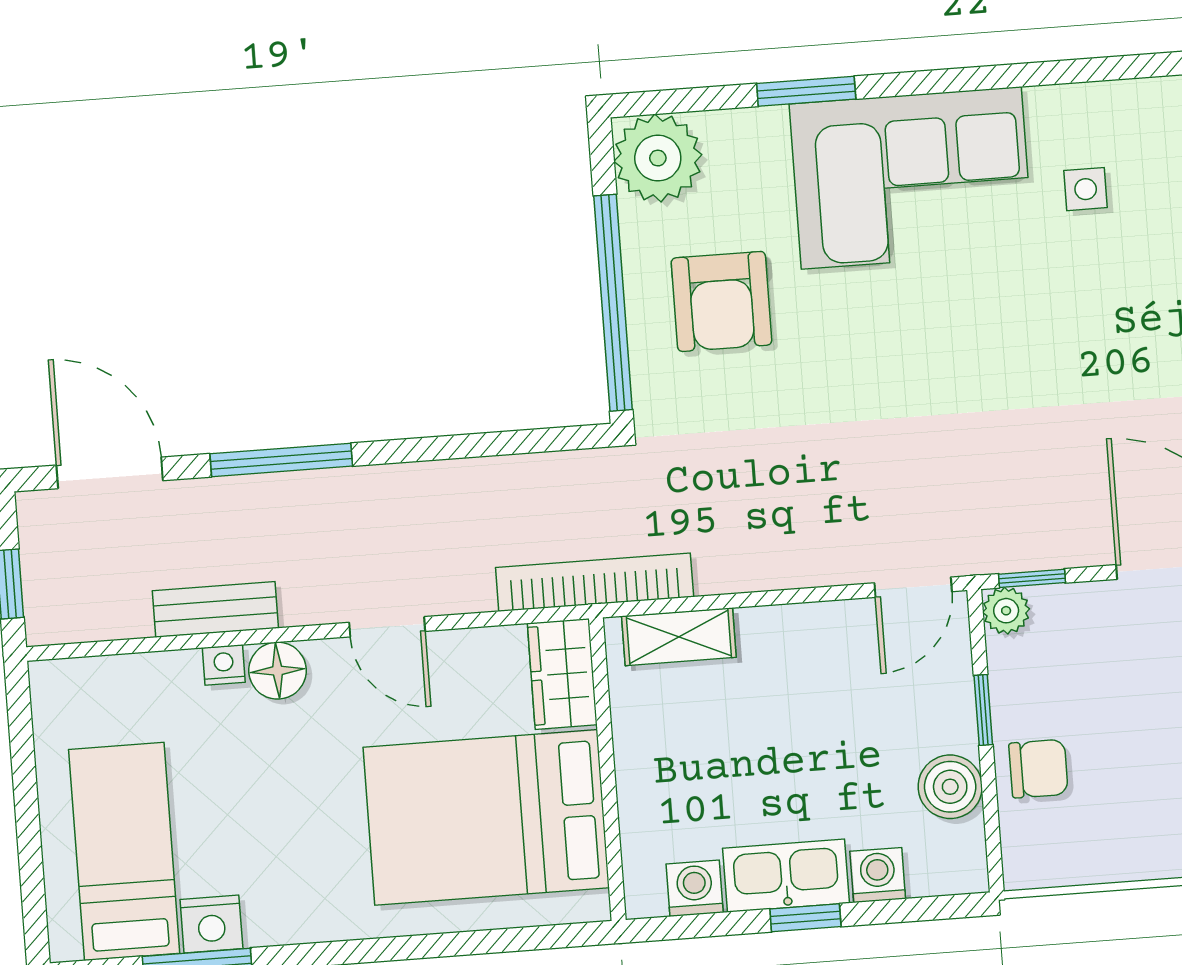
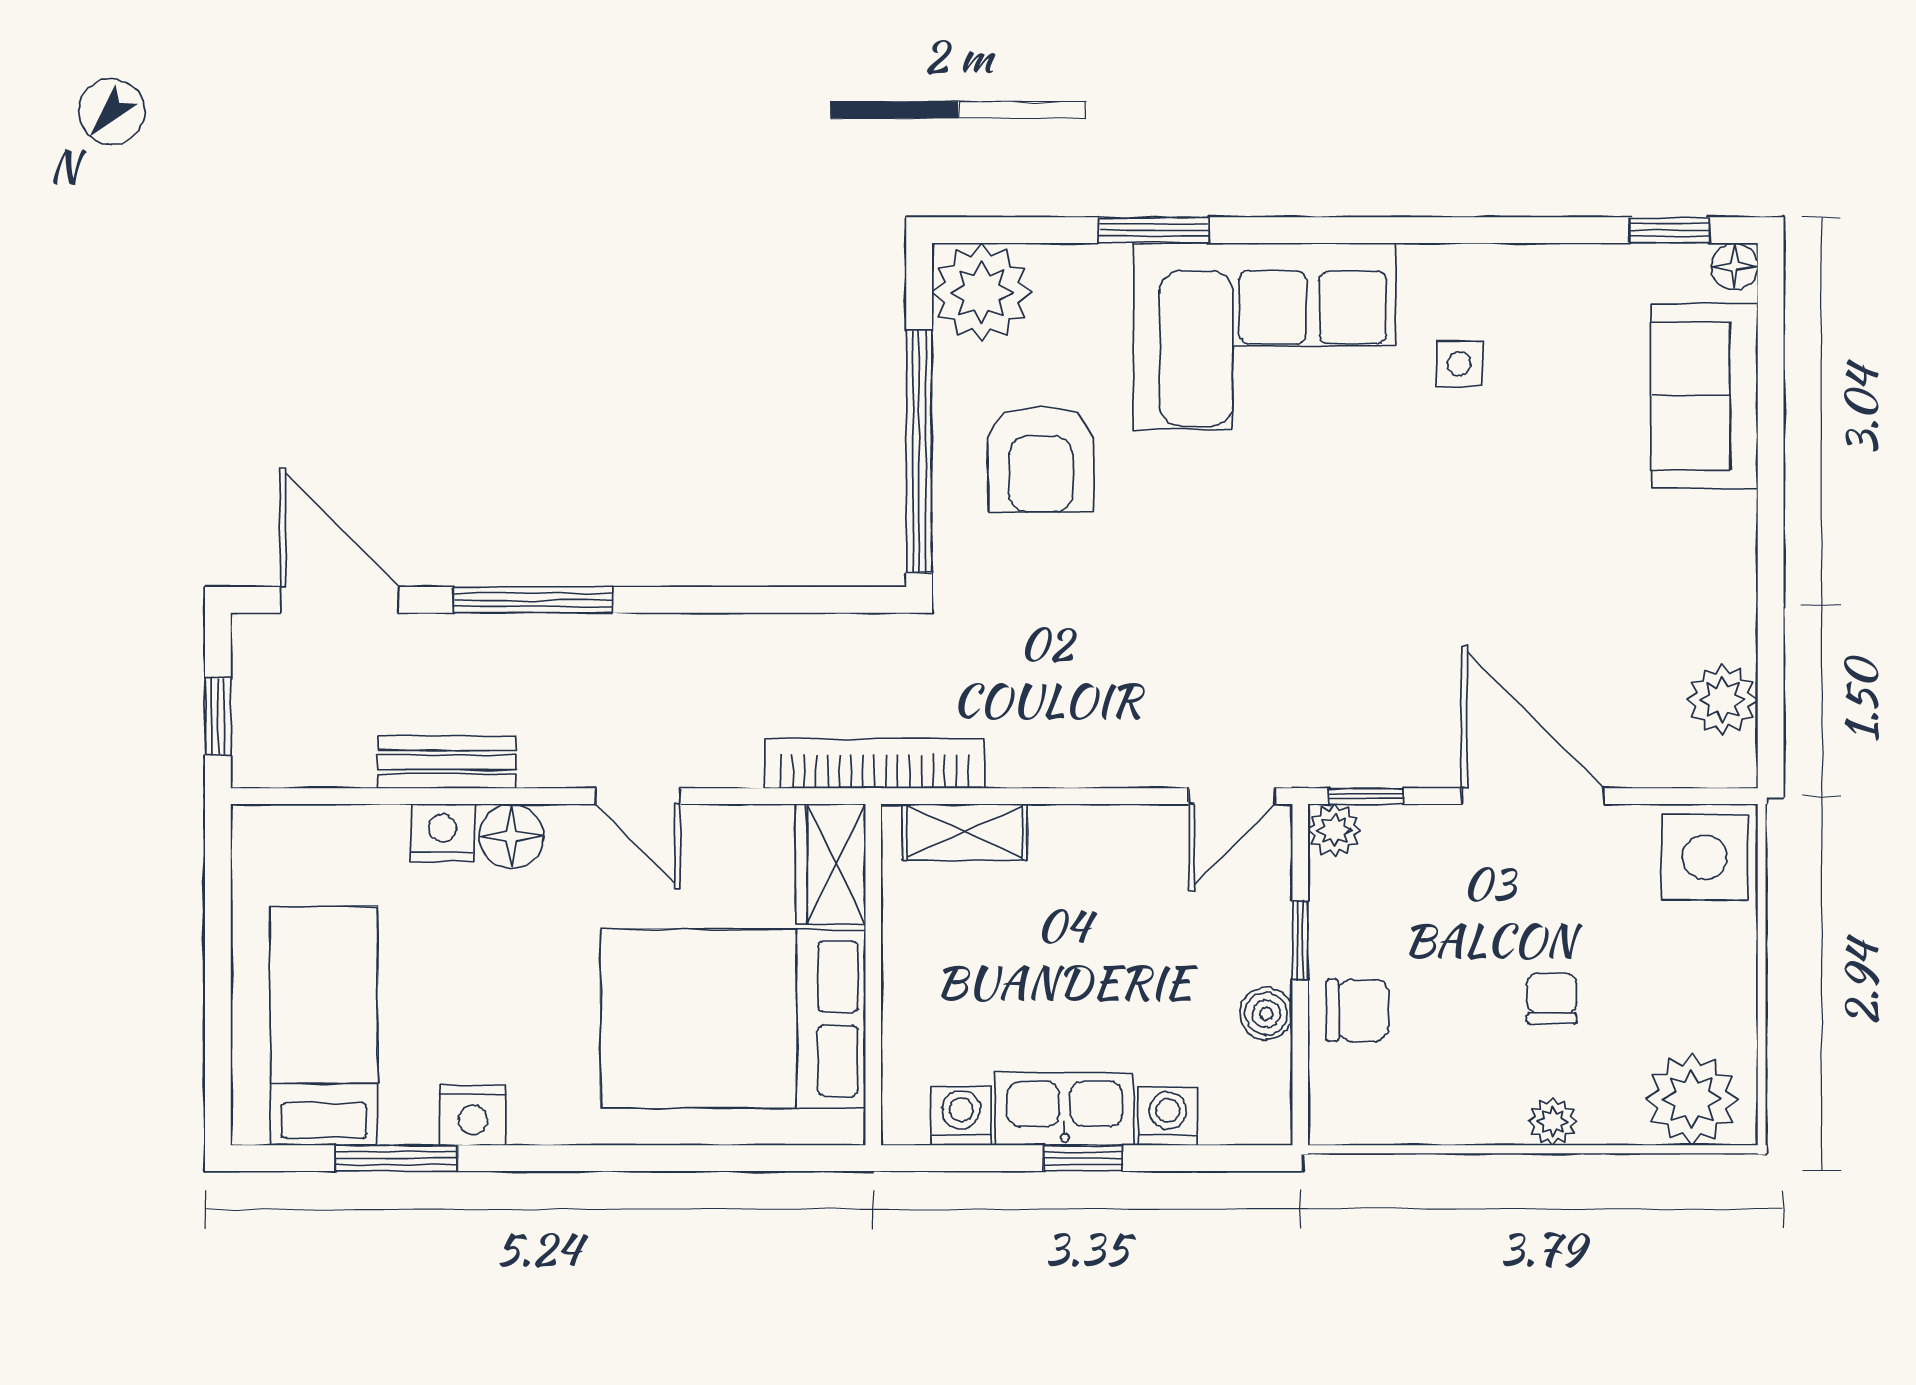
nightstand: (224, 665) -> (443, 833), width x1.39, depth x1.35
boiler: (950, 787) -> (1266, 1014), width x0.73, depth x0.73
nightstand: (211, 924) -> (473, 1115), moved

